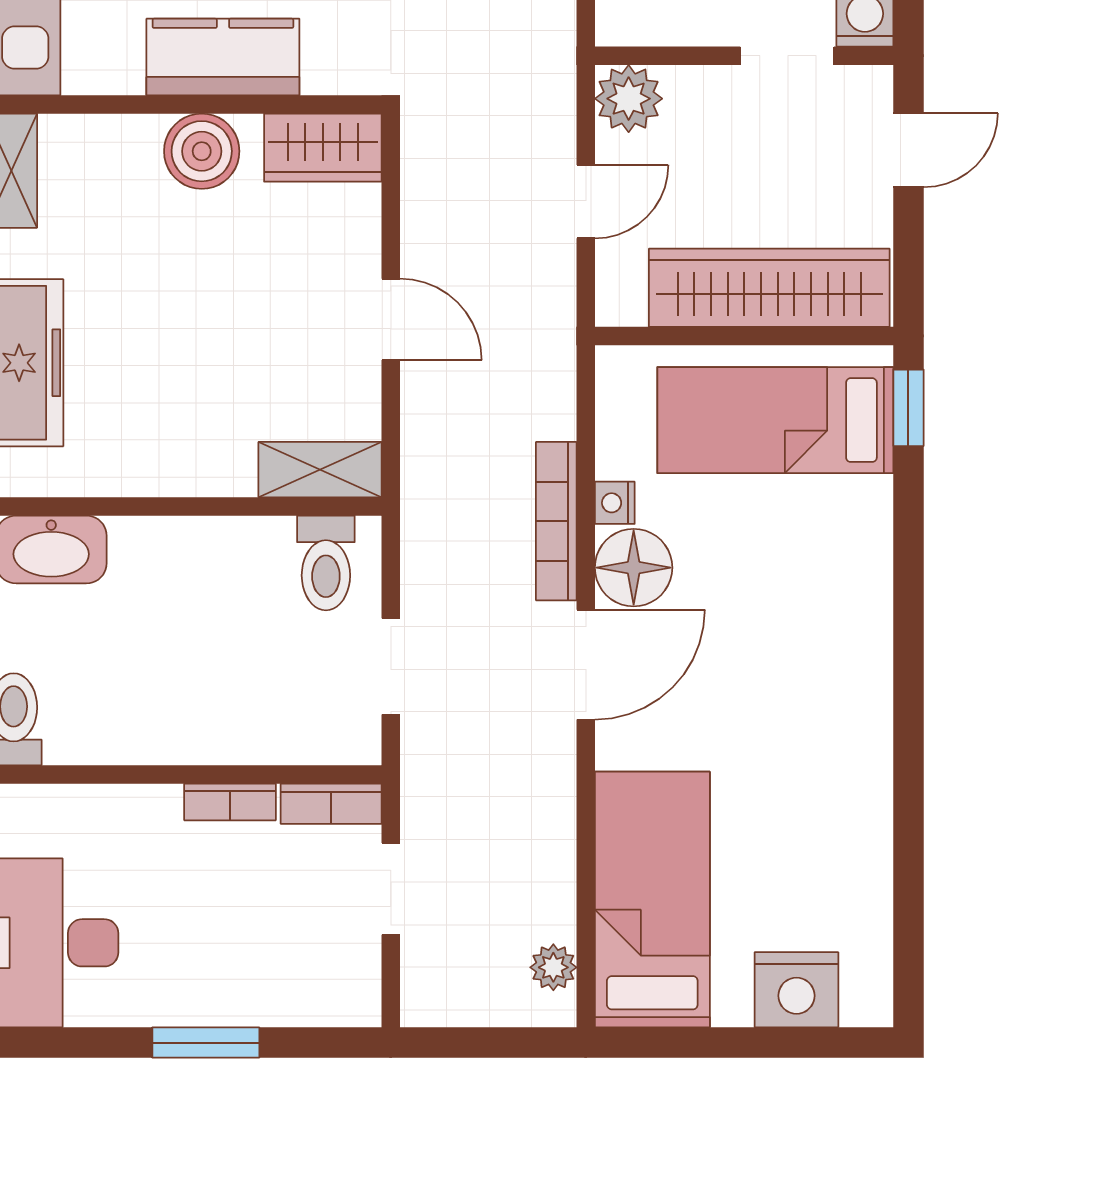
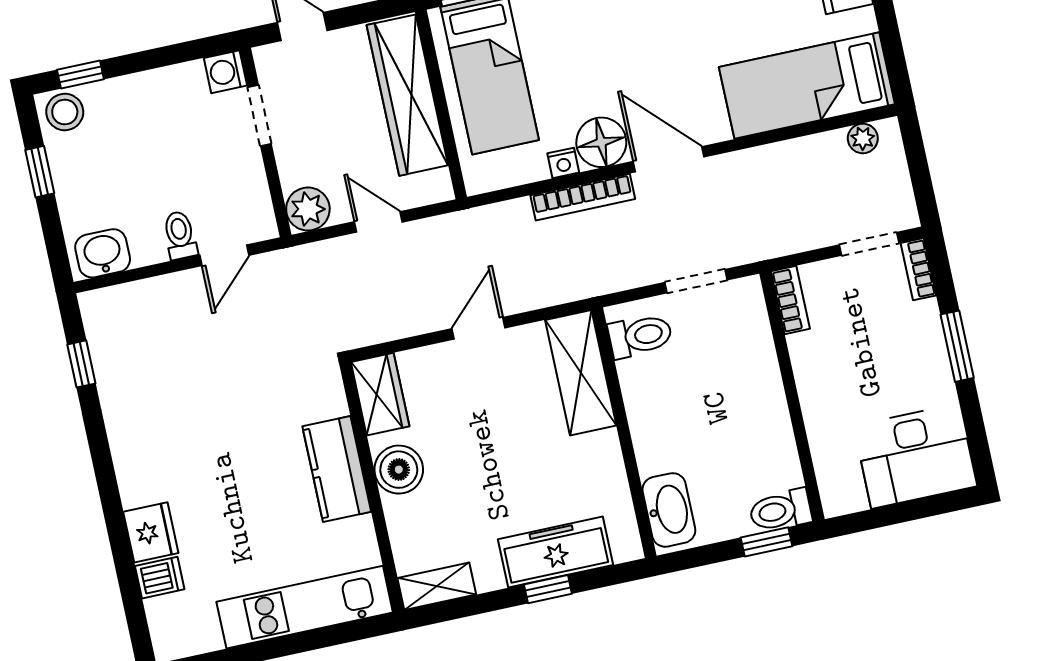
shelving: (320, 470) -> (581, 373), width x1.50, depth x1.33
bookcase: (230, 802) -> (918, 269), moved, turned 180
doorway: (391, 889) -> (869, 244), moved

